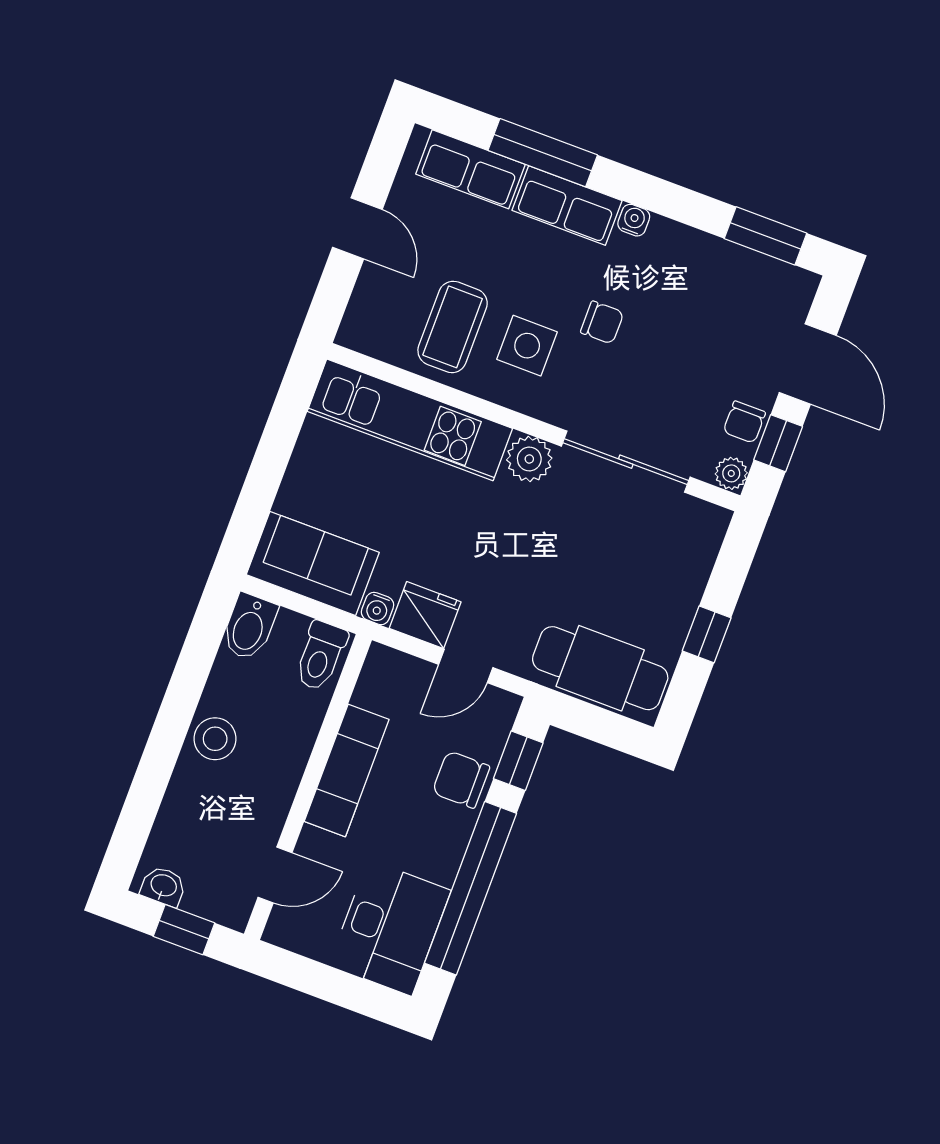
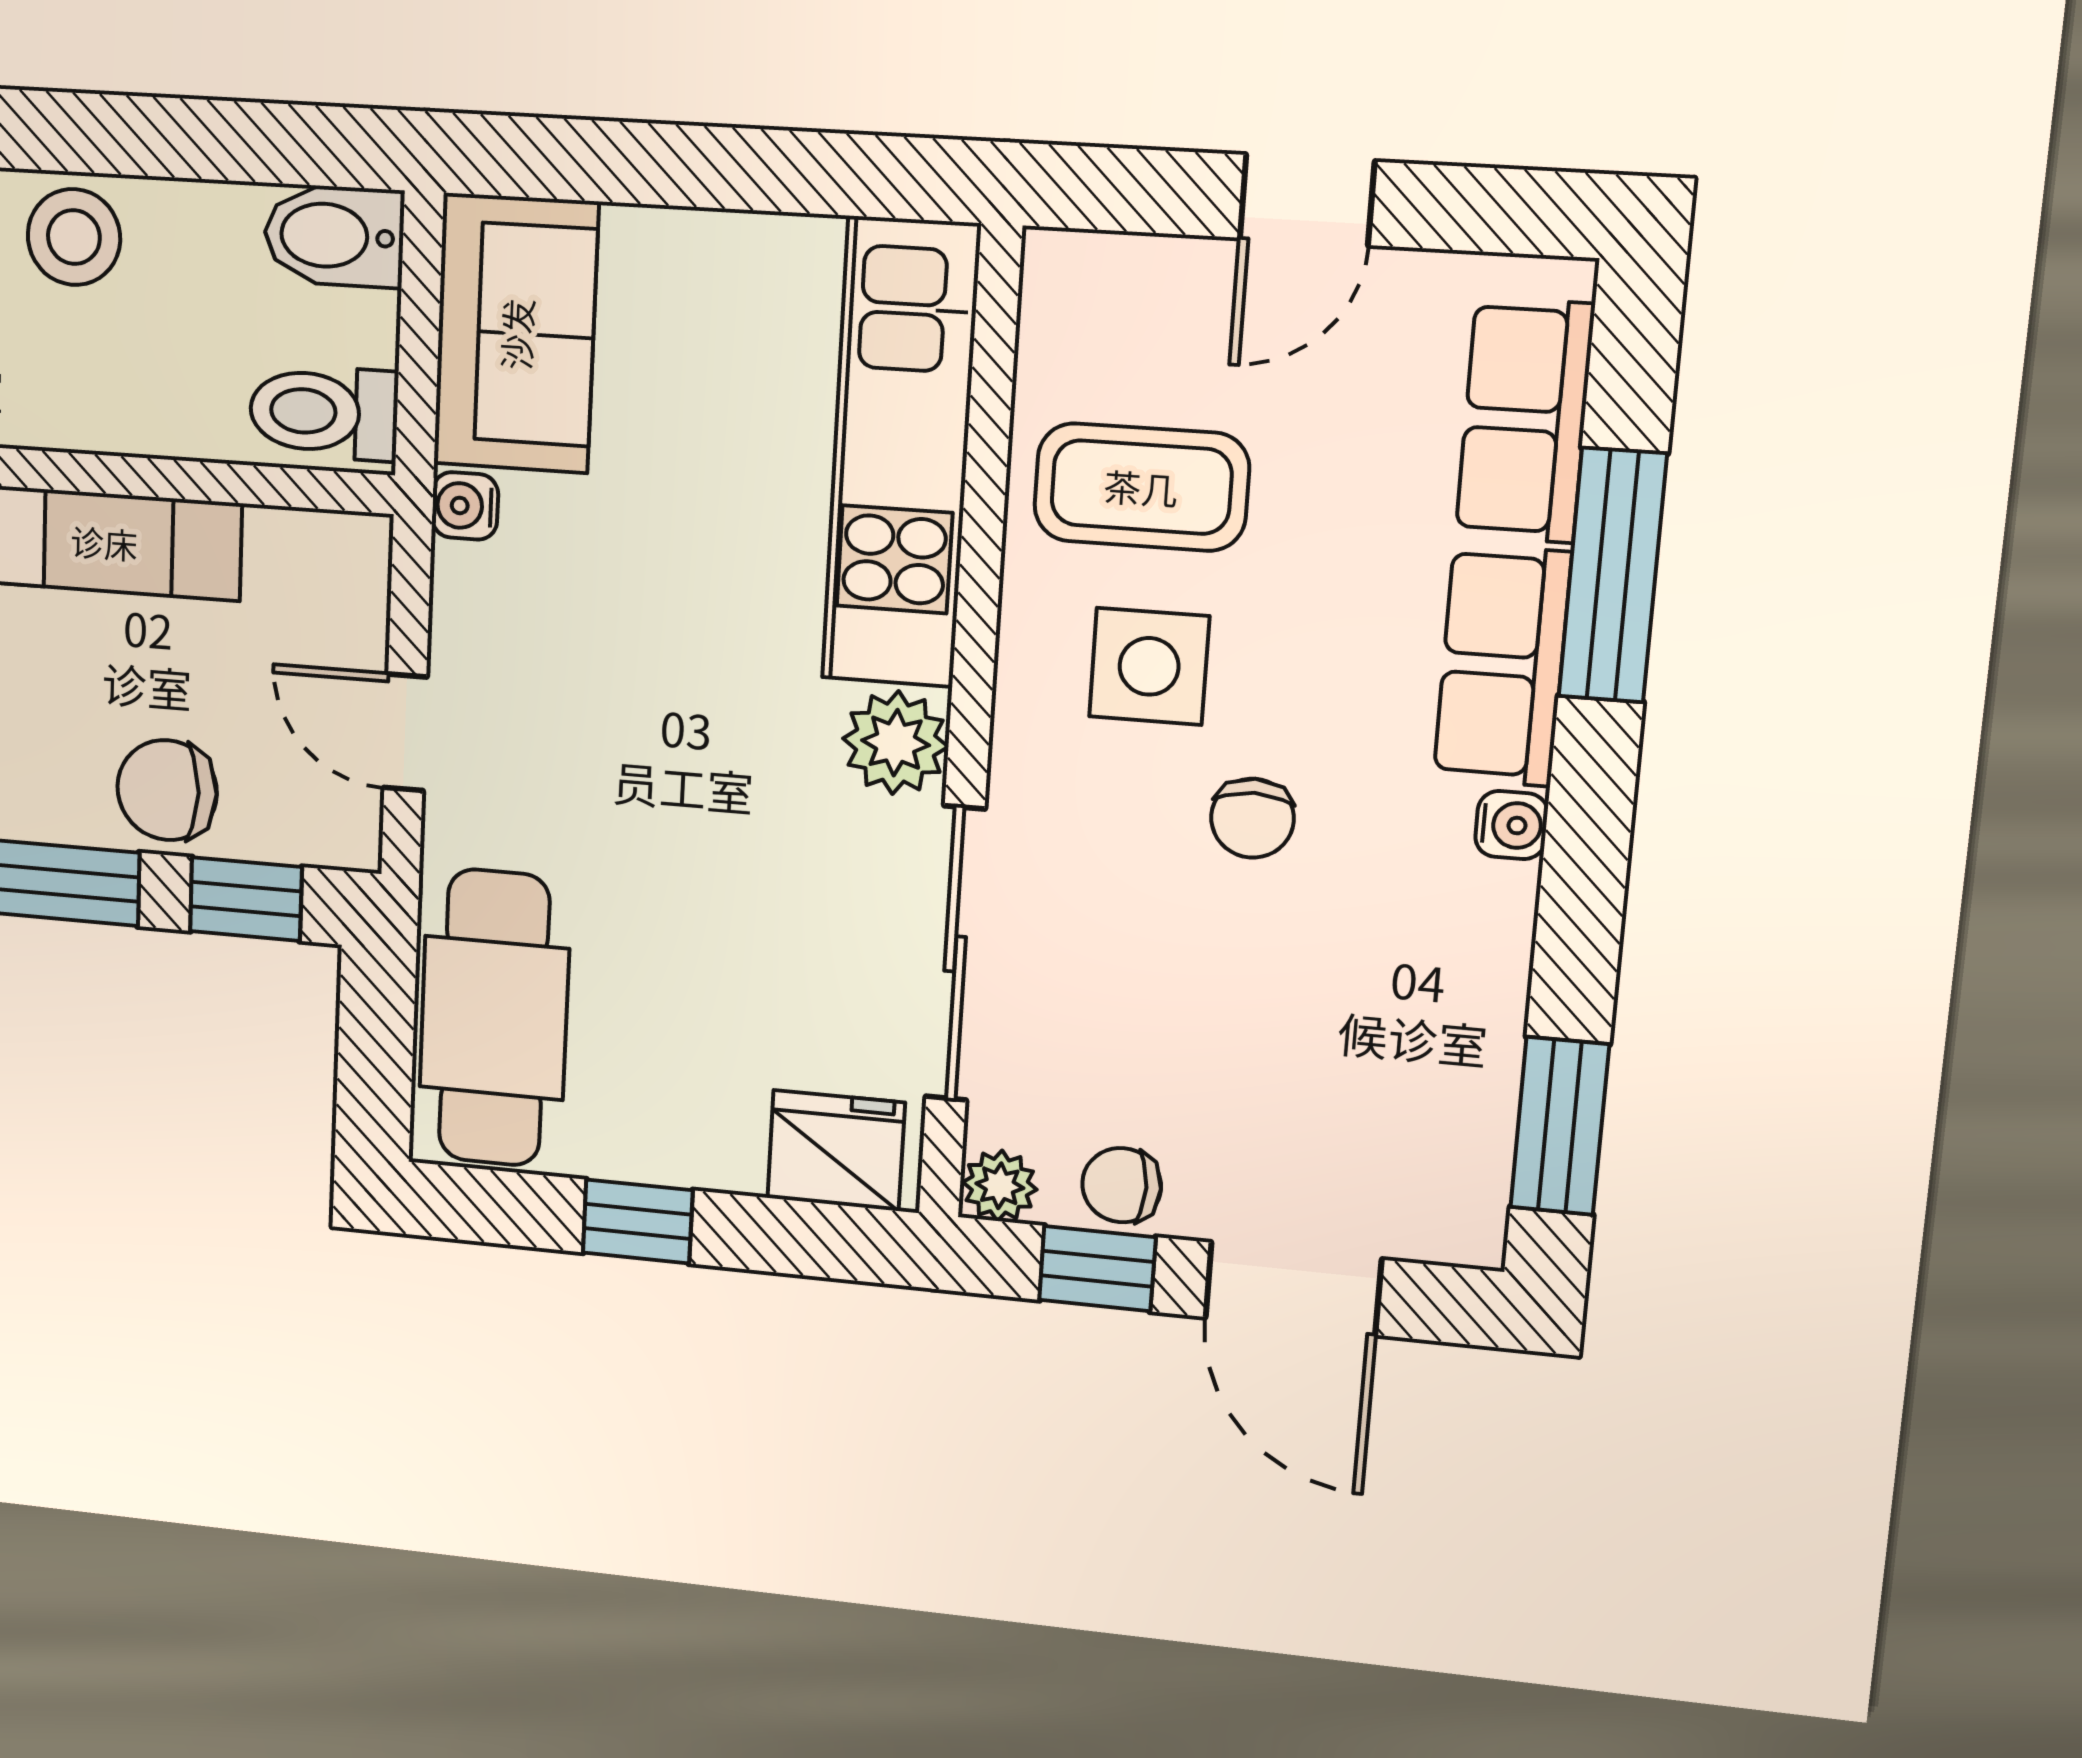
door: (808, 364) -> (1293, 1289), hinge flipped
fridge: (425, 615) -> (836, 1150), moved, turned -90
chair: (461, 780) -> (167, 790), turned -90

